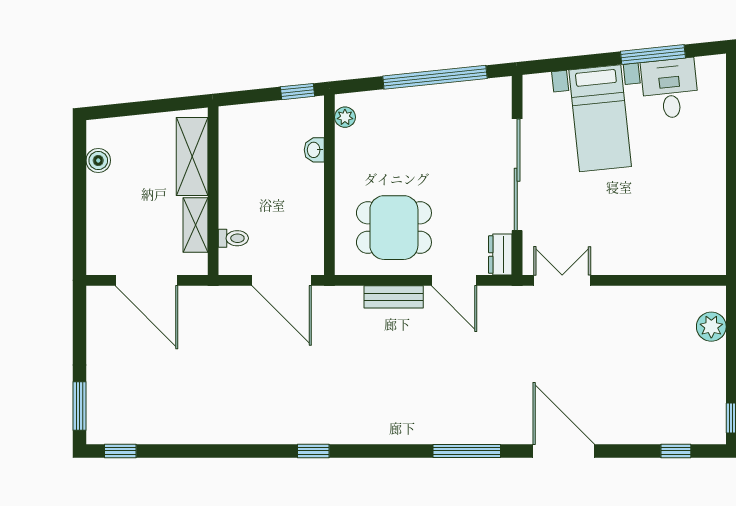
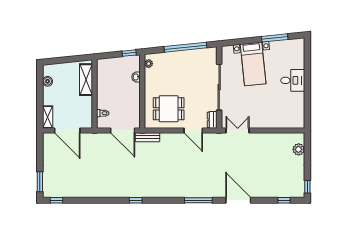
desk: (670, 89) -> (293, 80), moved, turned 96
shelving: (195, 225) -> (48, 117), moved
bench: (394, 297) -> (148, 137), moved

